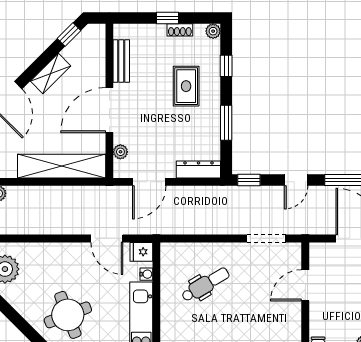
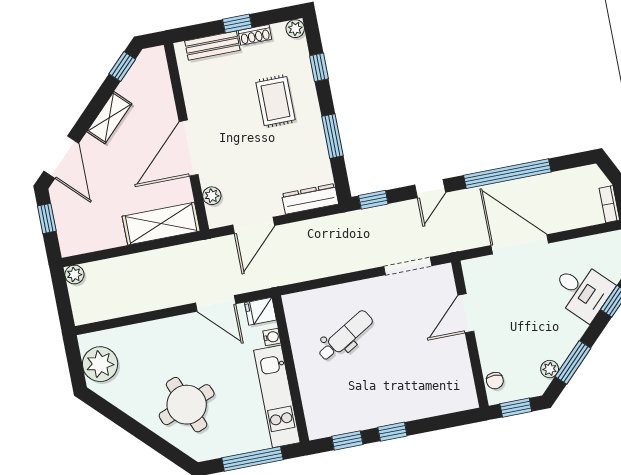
bench: (121, 61) -> (212, 46), moved, turned 90
shelving: (62, 166) -> (161, 224), width x0.68

